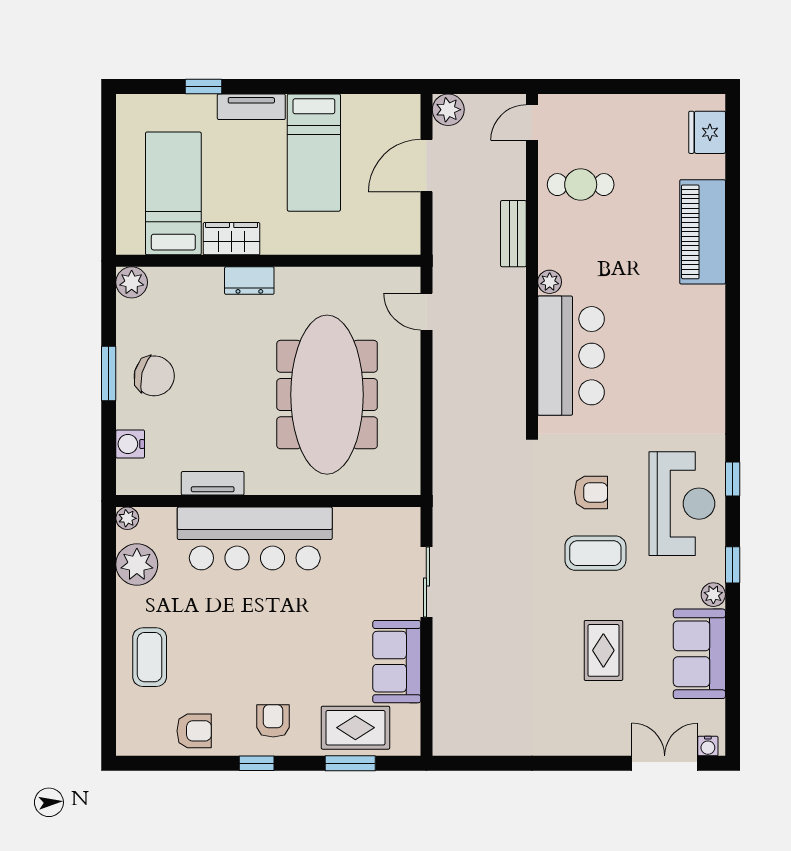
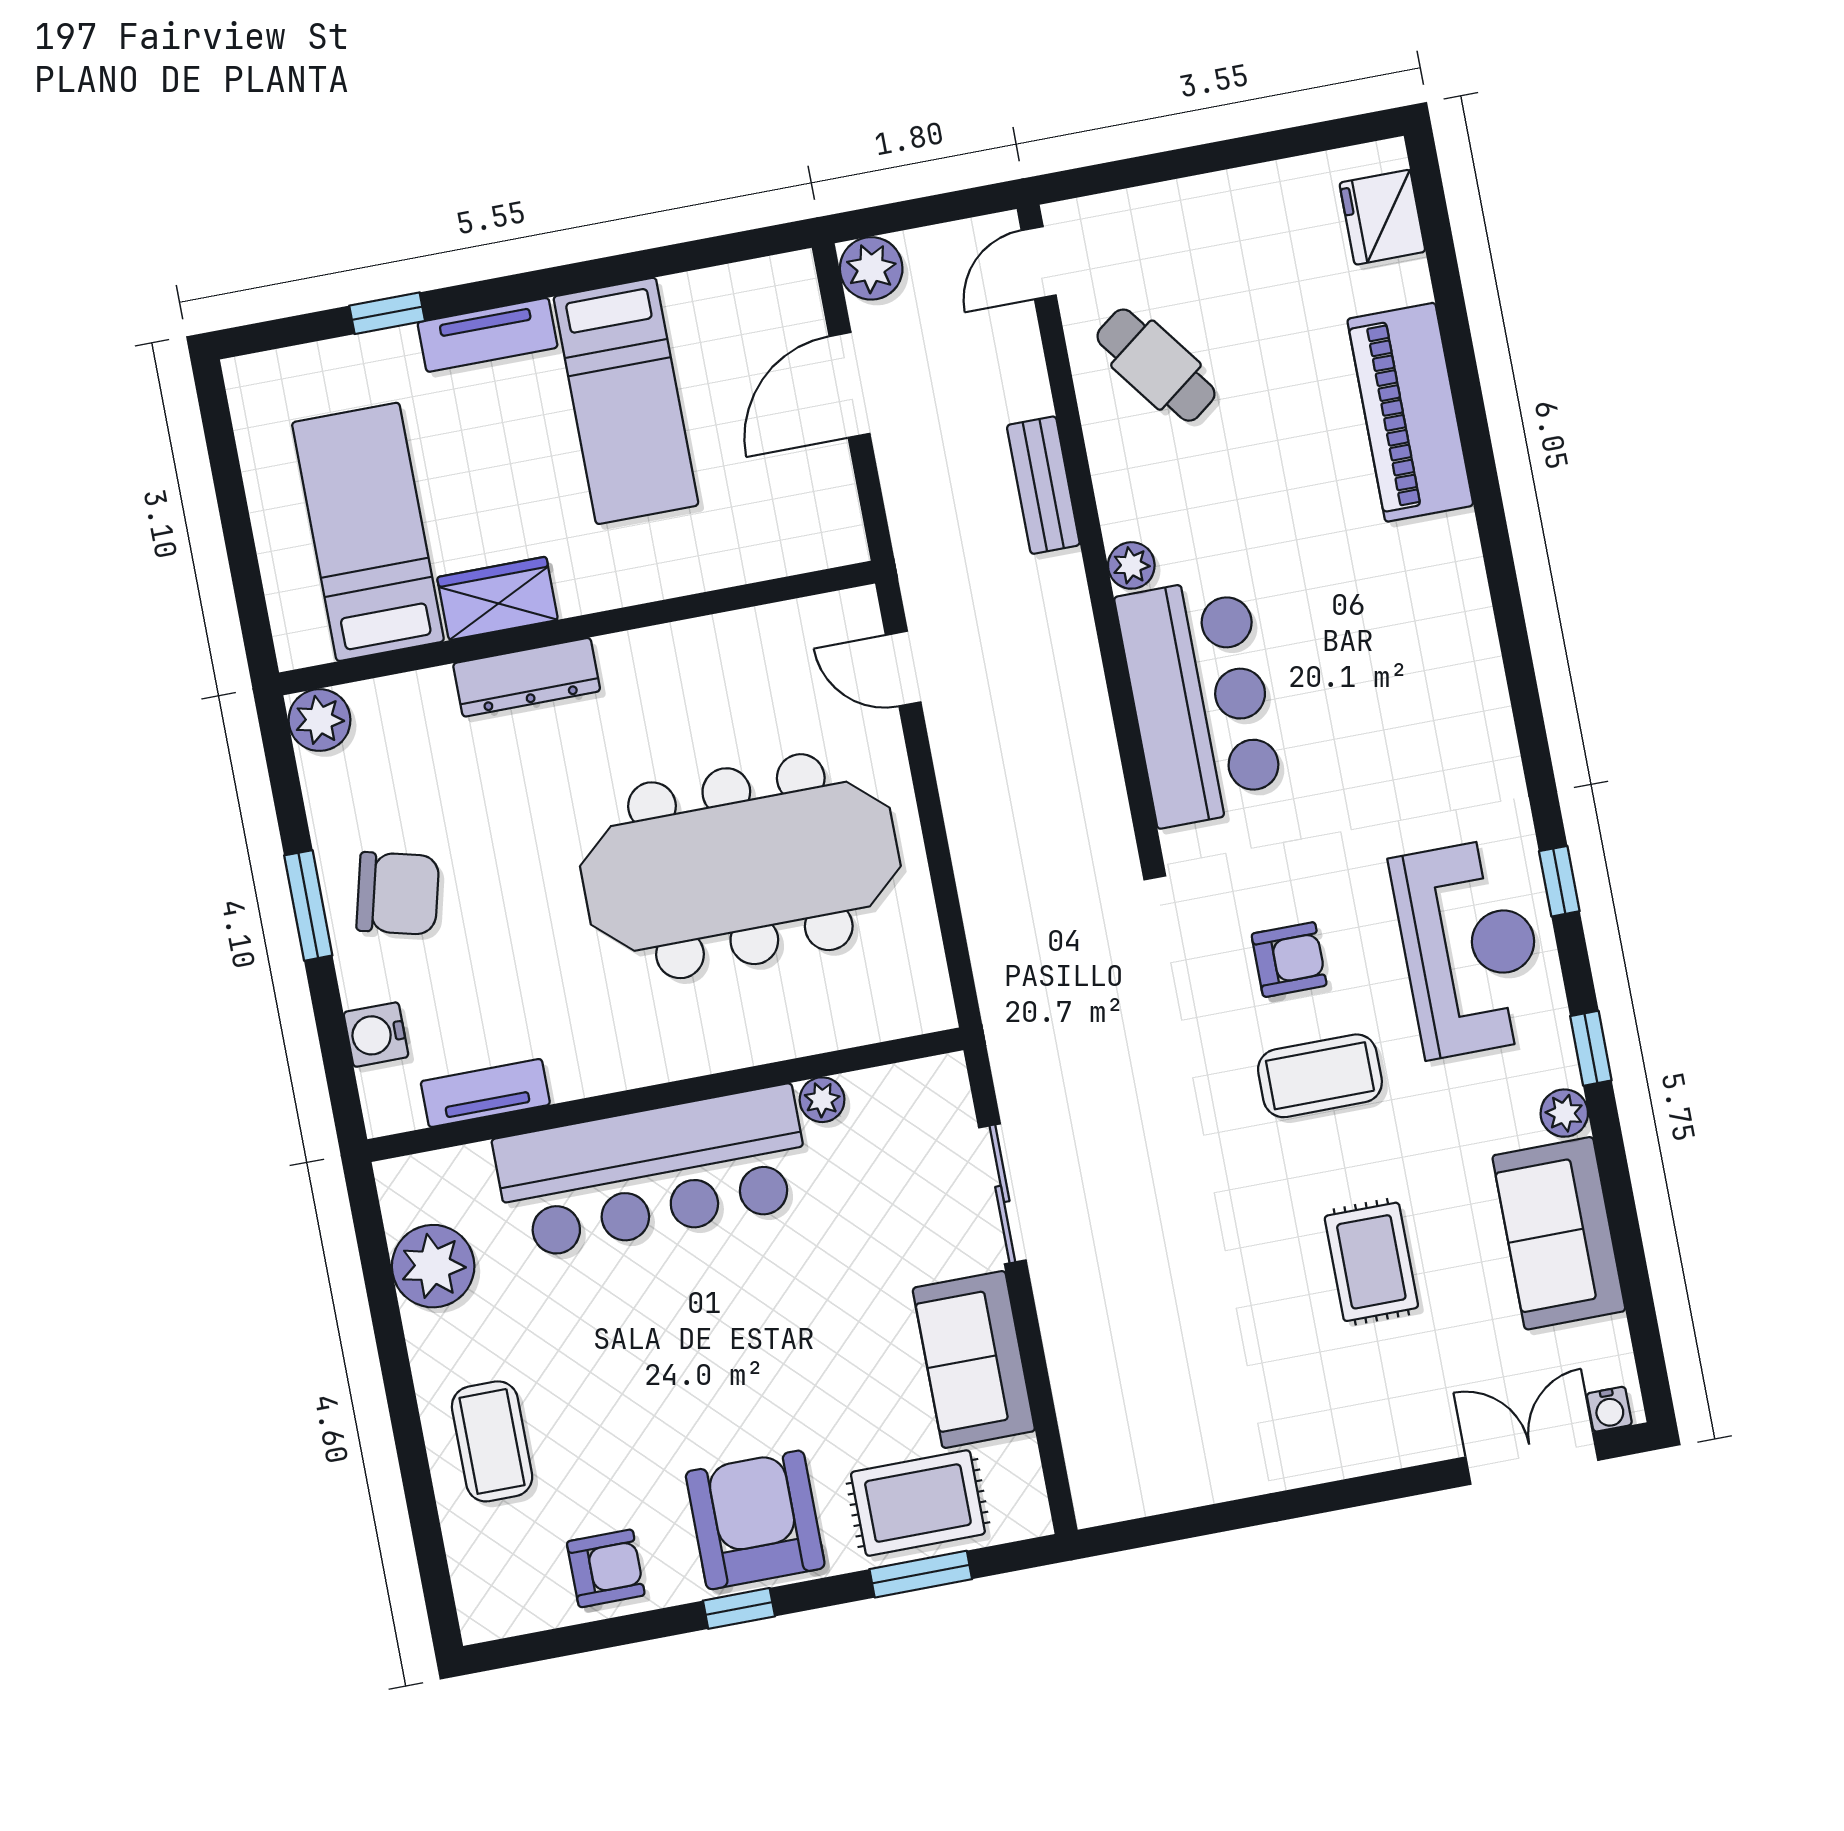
cafe table: (581, 185) -> (1156, 365), turned 53
dresser: (249, 281) -> (527, 677), width x1.44
meeting table: (327, 395) -> (740, 866), turned 90
tv unit: (213, 483) -> (485, 1093), moved
plant: (127, 518) -> (822, 1100), moved
armchair: (273, 721) -> (755, 1520), width x1.88, depth x1.88

